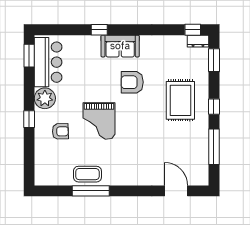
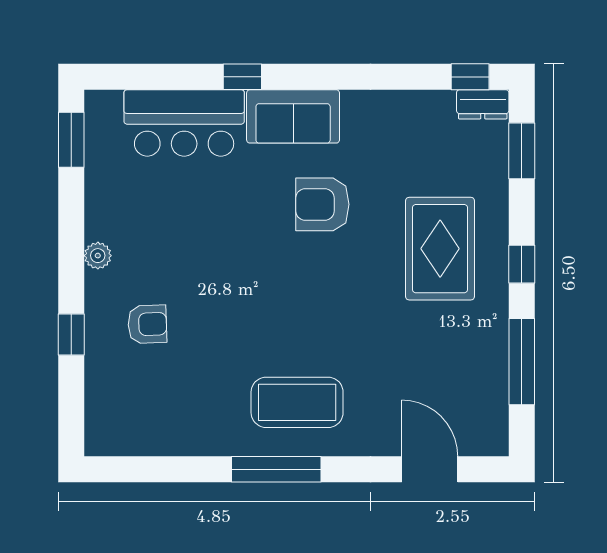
bar counter: (48, 62) -> (184, 123), moved, turned 90
plant: (45, 98) -> (98, 256), width x0.53, depth x0.53
window: (29, 119) -> (71, 335), moved
grand piano: (99, 121) -> (241, 299), removed
coffee table: (87, 174) -> (297, 402), moved, width x1.36, depth x1.32
window: (91, 191) -> (276, 469), moved

